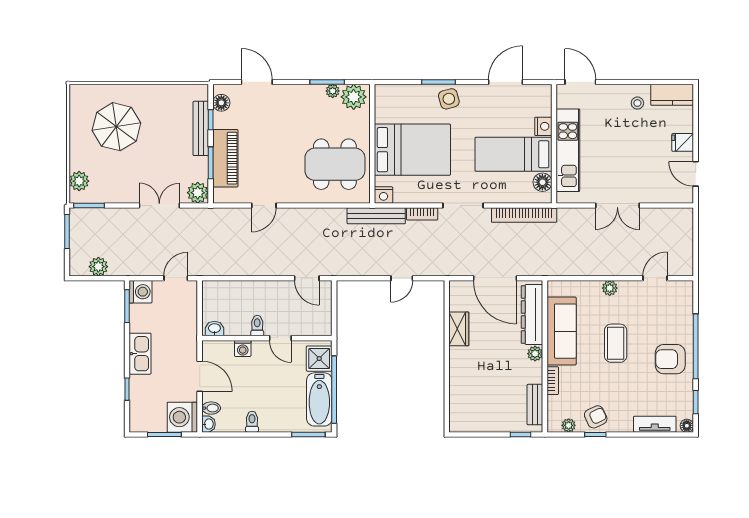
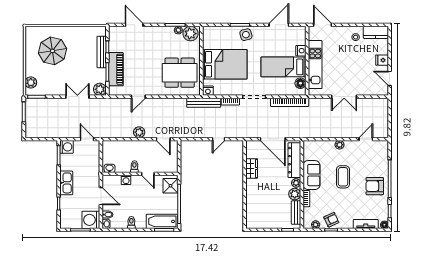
floor lamp: (221, 103) -> (113, 37), removed
plant: (98, 267) -> (139, 132), moved
door: (176, 278) -> (87, 139), hinge flipped
sofa: (562, 331) -> (311, 175), width x0.73
plant: (533, 373) -> (295, 194), added
bathtub: (319, 399) -> (162, 221), moved, turned 90

